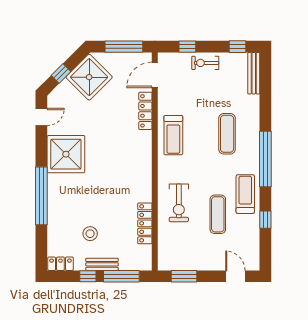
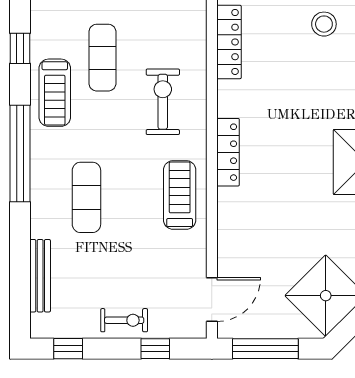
bench: (254, 73) -> (40, 276), moved
locker: (145, 111) -> (228, 152), moved
exercise bike: (179, 203) -> (163, 102), moved

